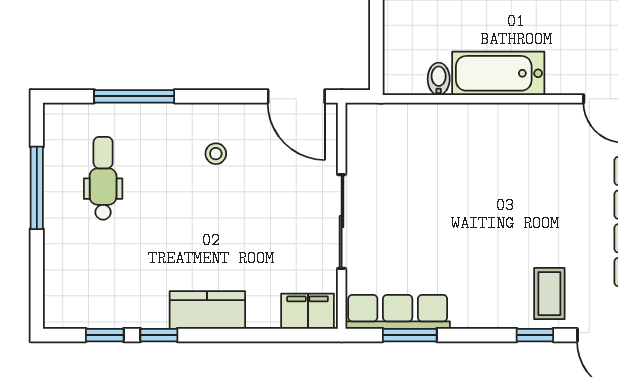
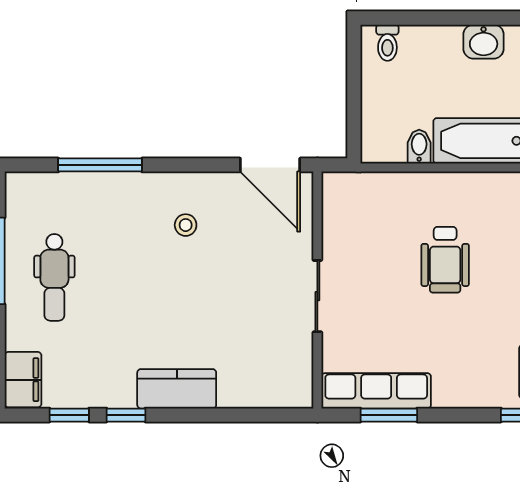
dental chair: (103, 178) -> (54, 277), moved, turned 180
wheelchair: (463, 187) -> (445, 260), added
sliding door: (342, 222) -> (317, 296), width x0.73
filing cabinet: (308, 311) -> (23, 380), moved, turned 90

